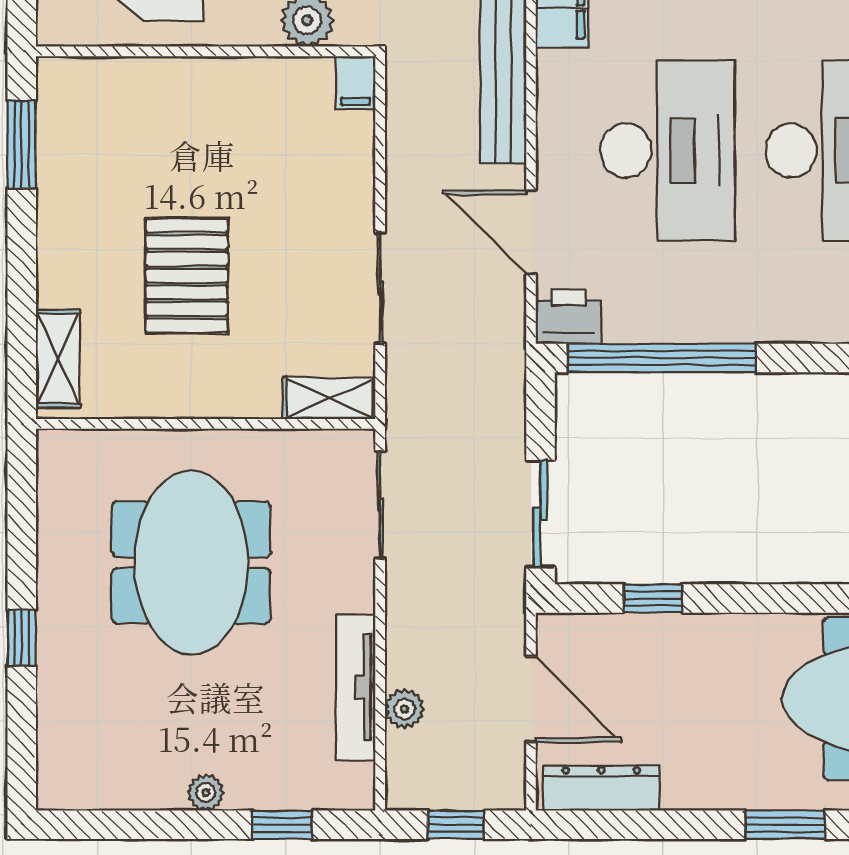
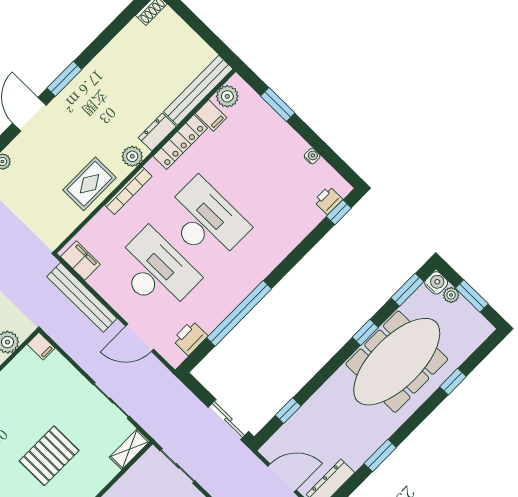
pallet: (187, 276) -> (49, 456), turned 90
printer: (569, 317) -> (190, 338), moved
window: (662, 358) -> (239, 313), moved
window: (785, 825) -> (380, 455), moved

